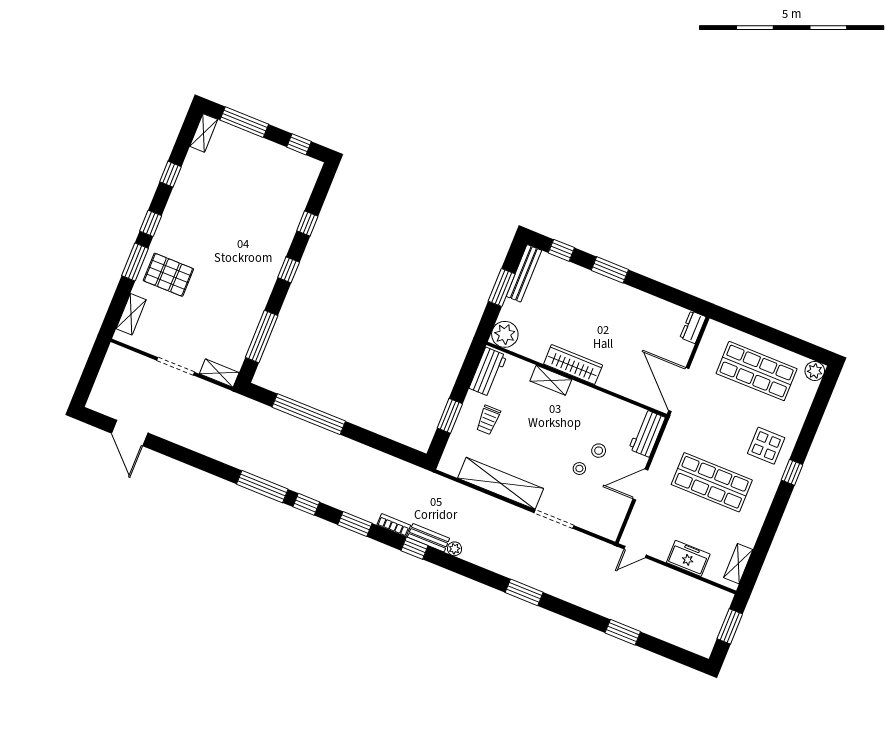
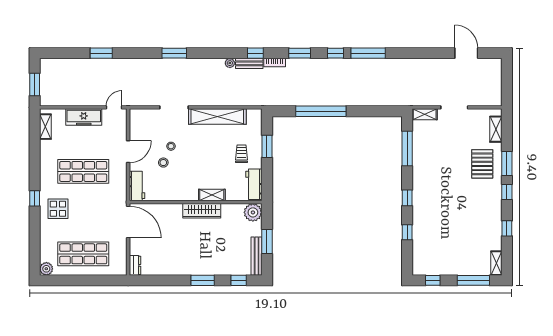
pallet: (168, 275) -> (482, 164), turned 90
window: (309, 414) -> (321, 111), moved
freezer: (688, 558) -> (84, 117), width x1.40

